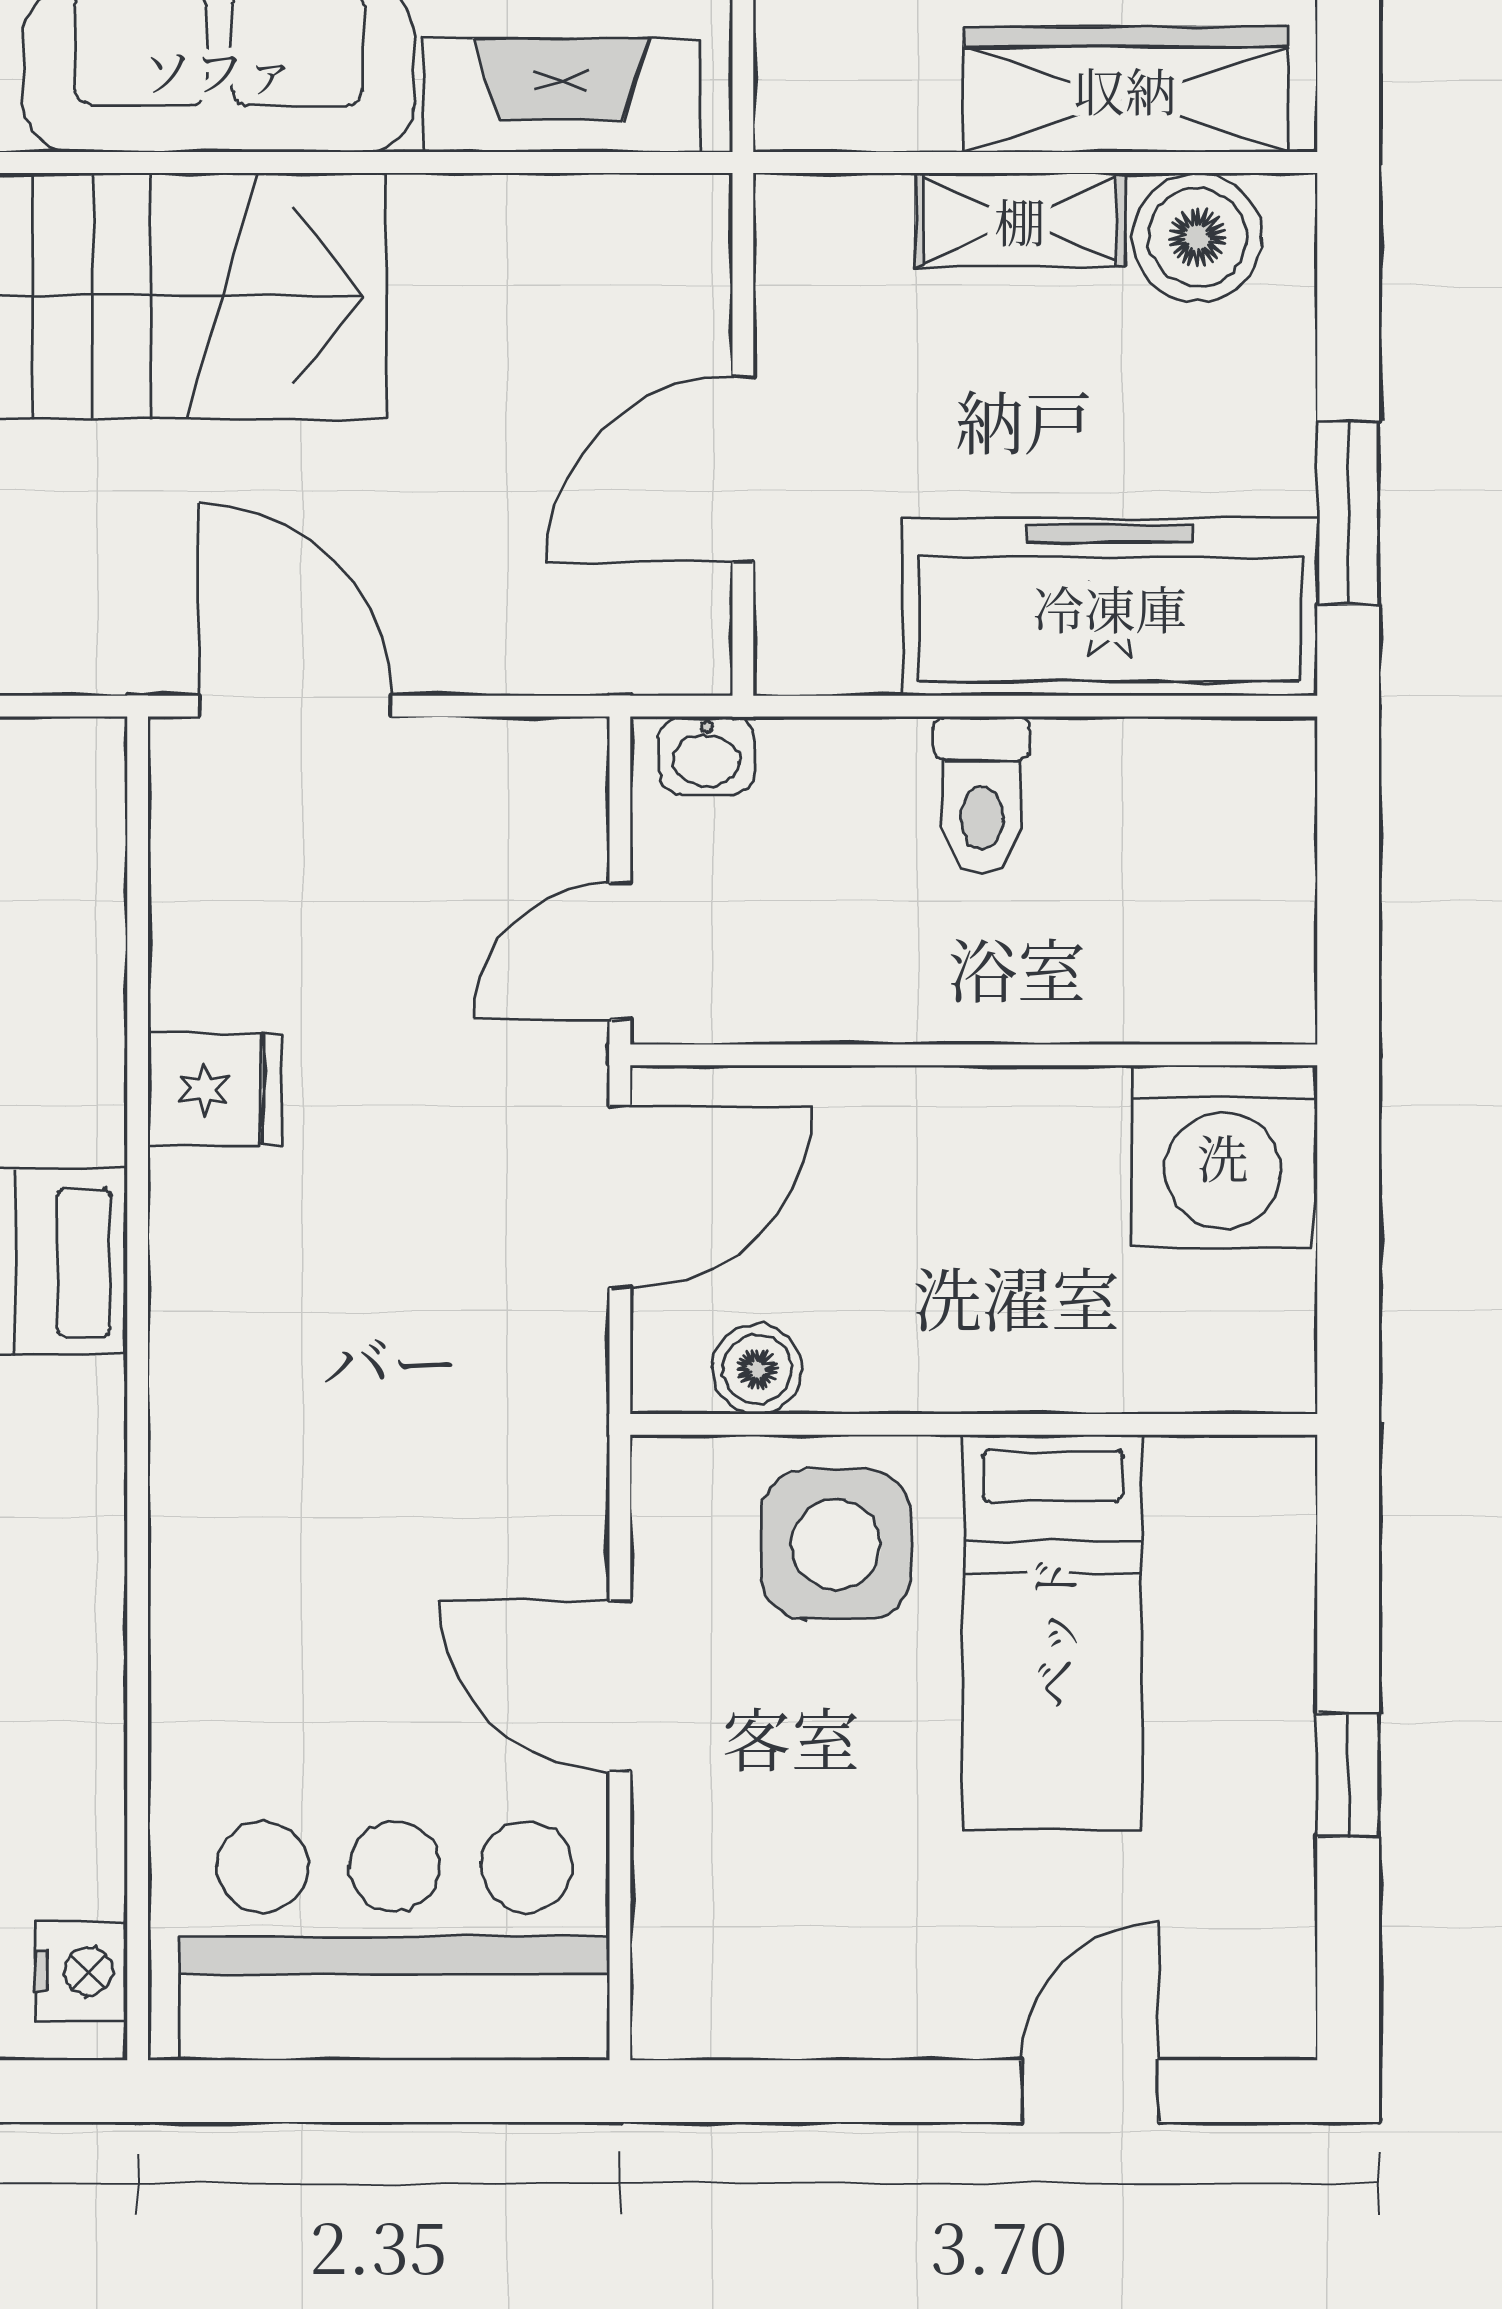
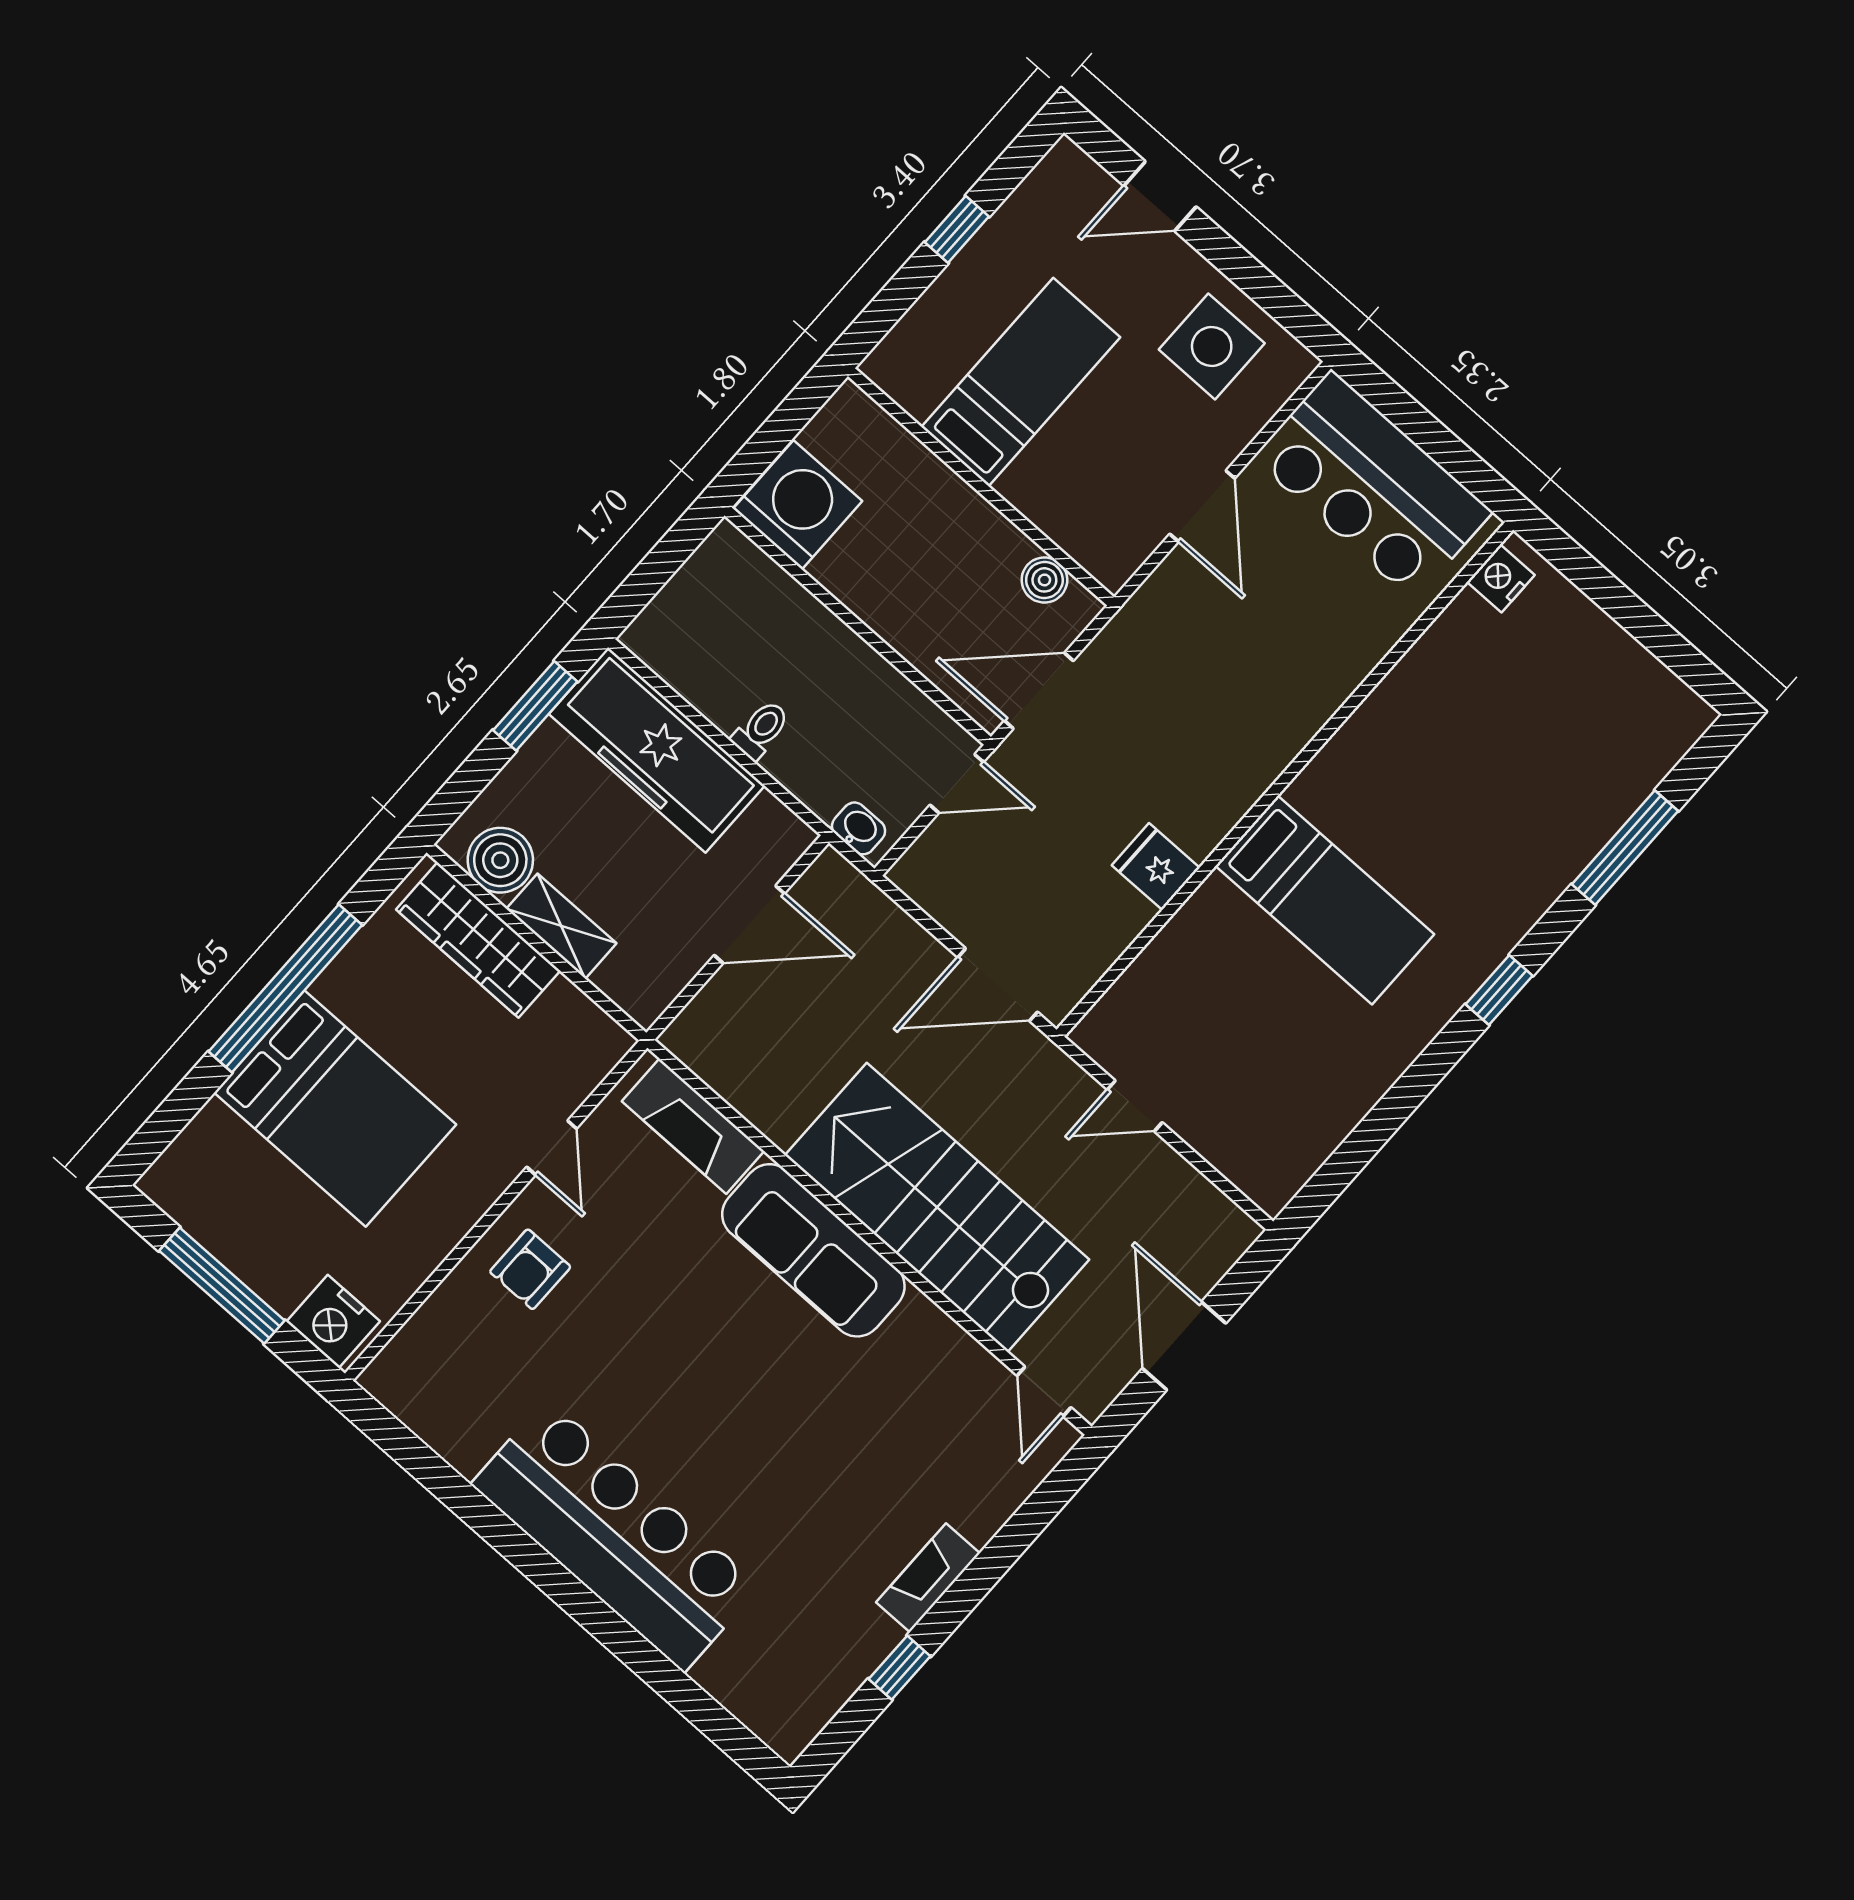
door: (295, 706) -> (998, 985), hinge flipped
toilet: (982, 796) -> (761, 730), width x0.73, depth x0.72
side table: (836, 1544) -> (1212, 346), moved

